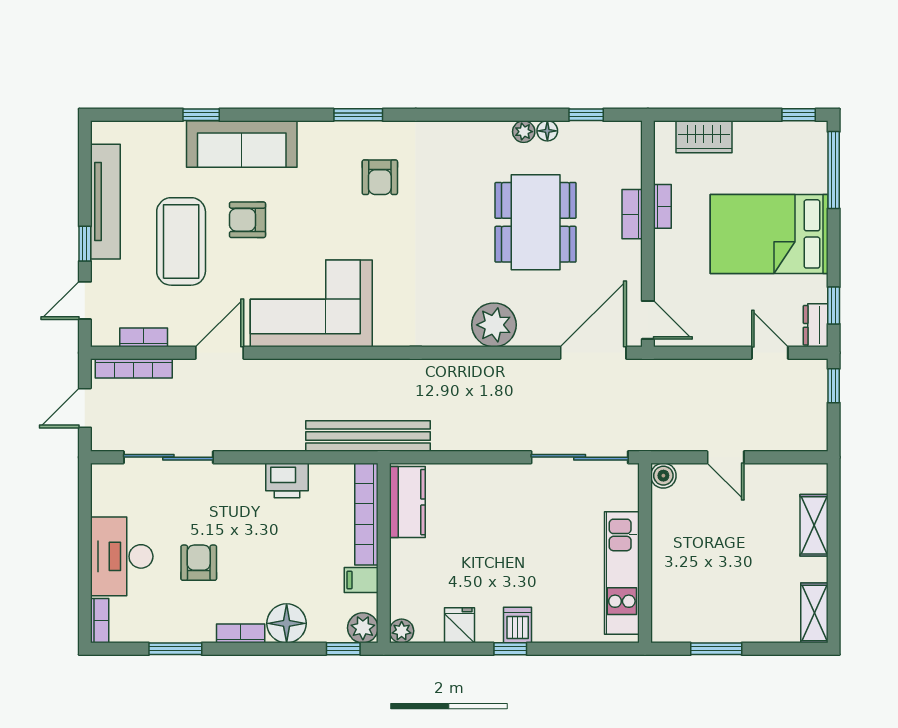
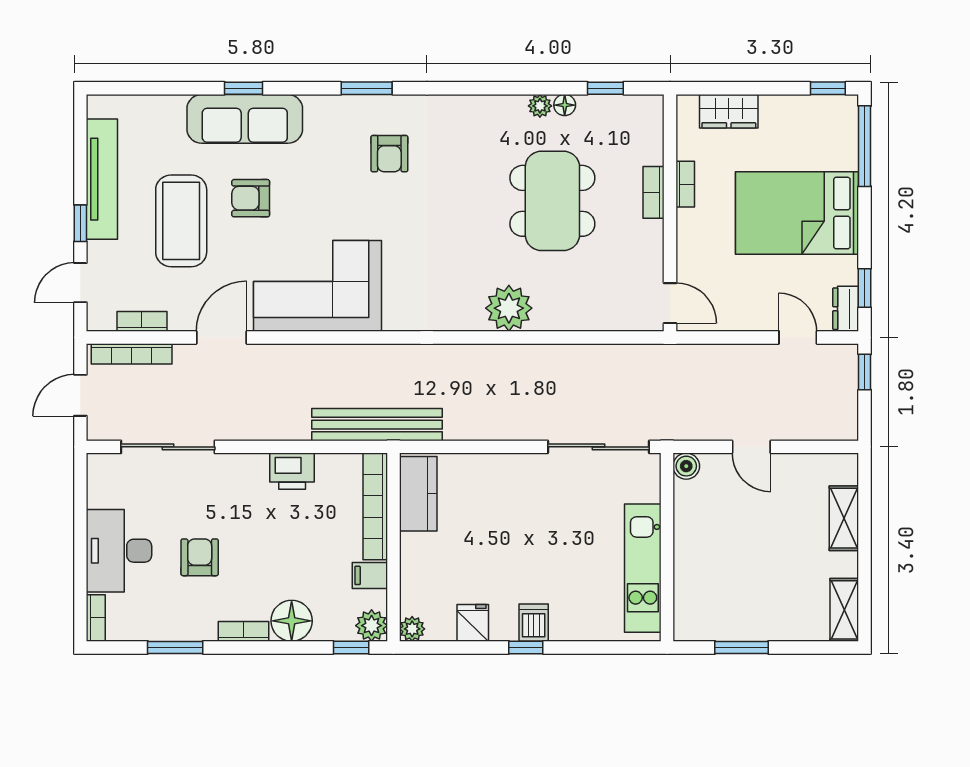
window: (201, 115) -> (244, 88), moved
door: (593, 353) -> (613, 337), removed

